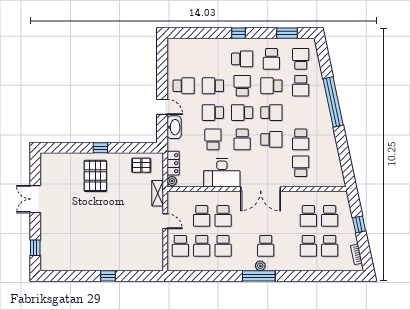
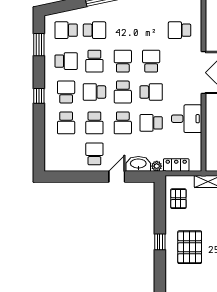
school desk: (301, 139) -> (66, 123), moved, turned 90
desk: (222, 173) -> (187, 119), width x0.73
pallet: (95, 176) -> (190, 247), turned 90
plant: (172, 181) -> (157, 166), moved

